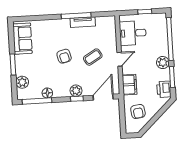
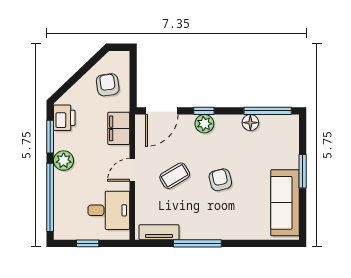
tv unit: (83, 22) -> (159, 232), moved
sofa: (22, 39) -> (285, 203), width x1.36
plant: (22, 82) -> (289, 142), removed

